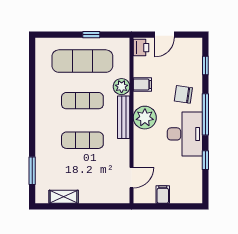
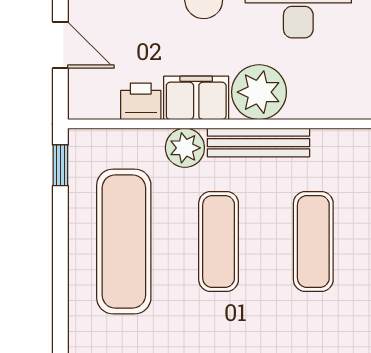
window: (91, 35) -> (60, 165), moved
printer: (141, 48) -> (141, 101), moved
filing cabinet: (142, 85) -> (196, 98), width x2.00

